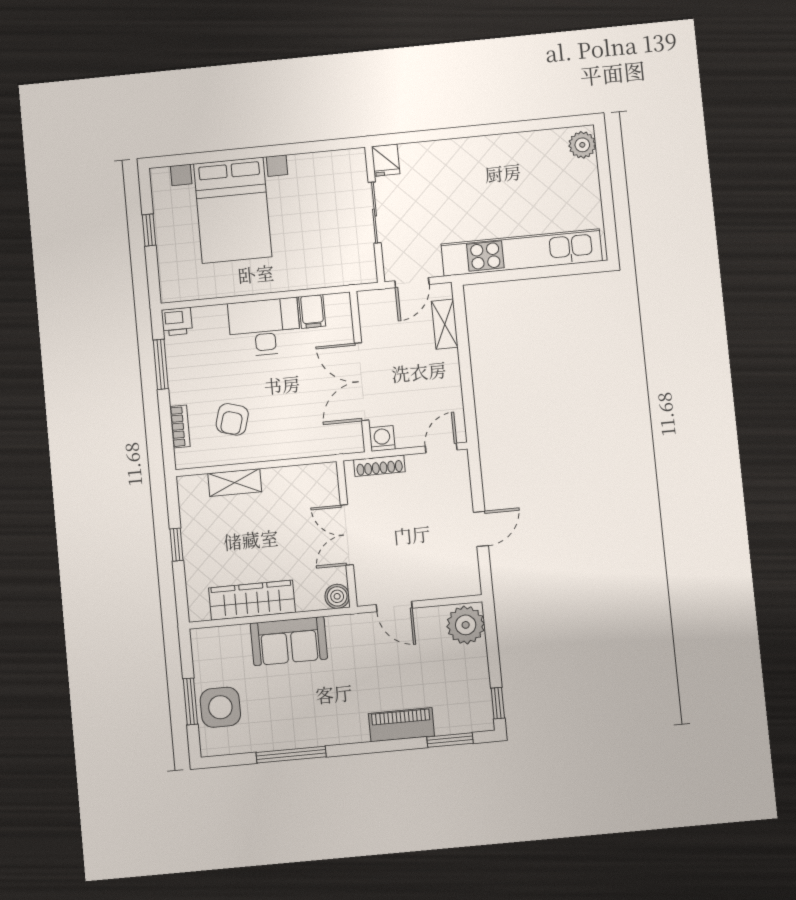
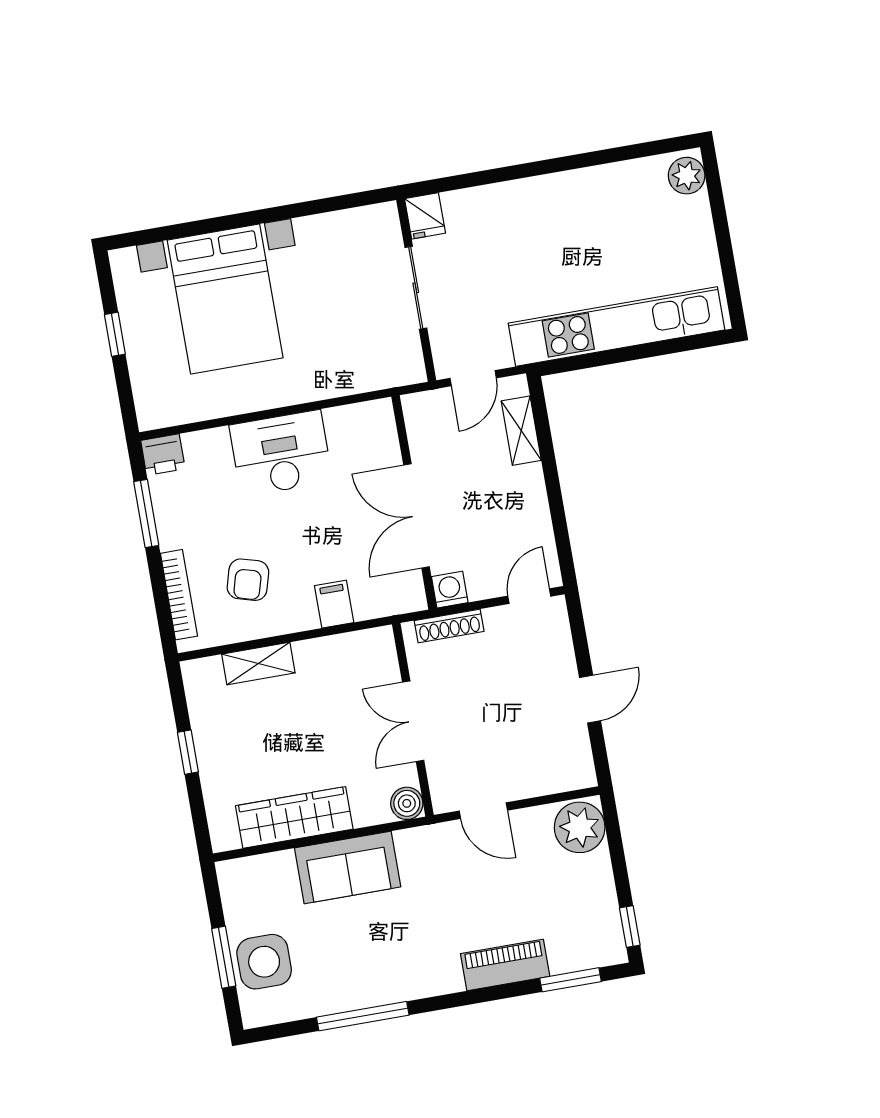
filing cabinet: (312, 311) -> (334, 604), moved, turned 180
bookcase: (180, 426) -> (179, 595), width x1.56

